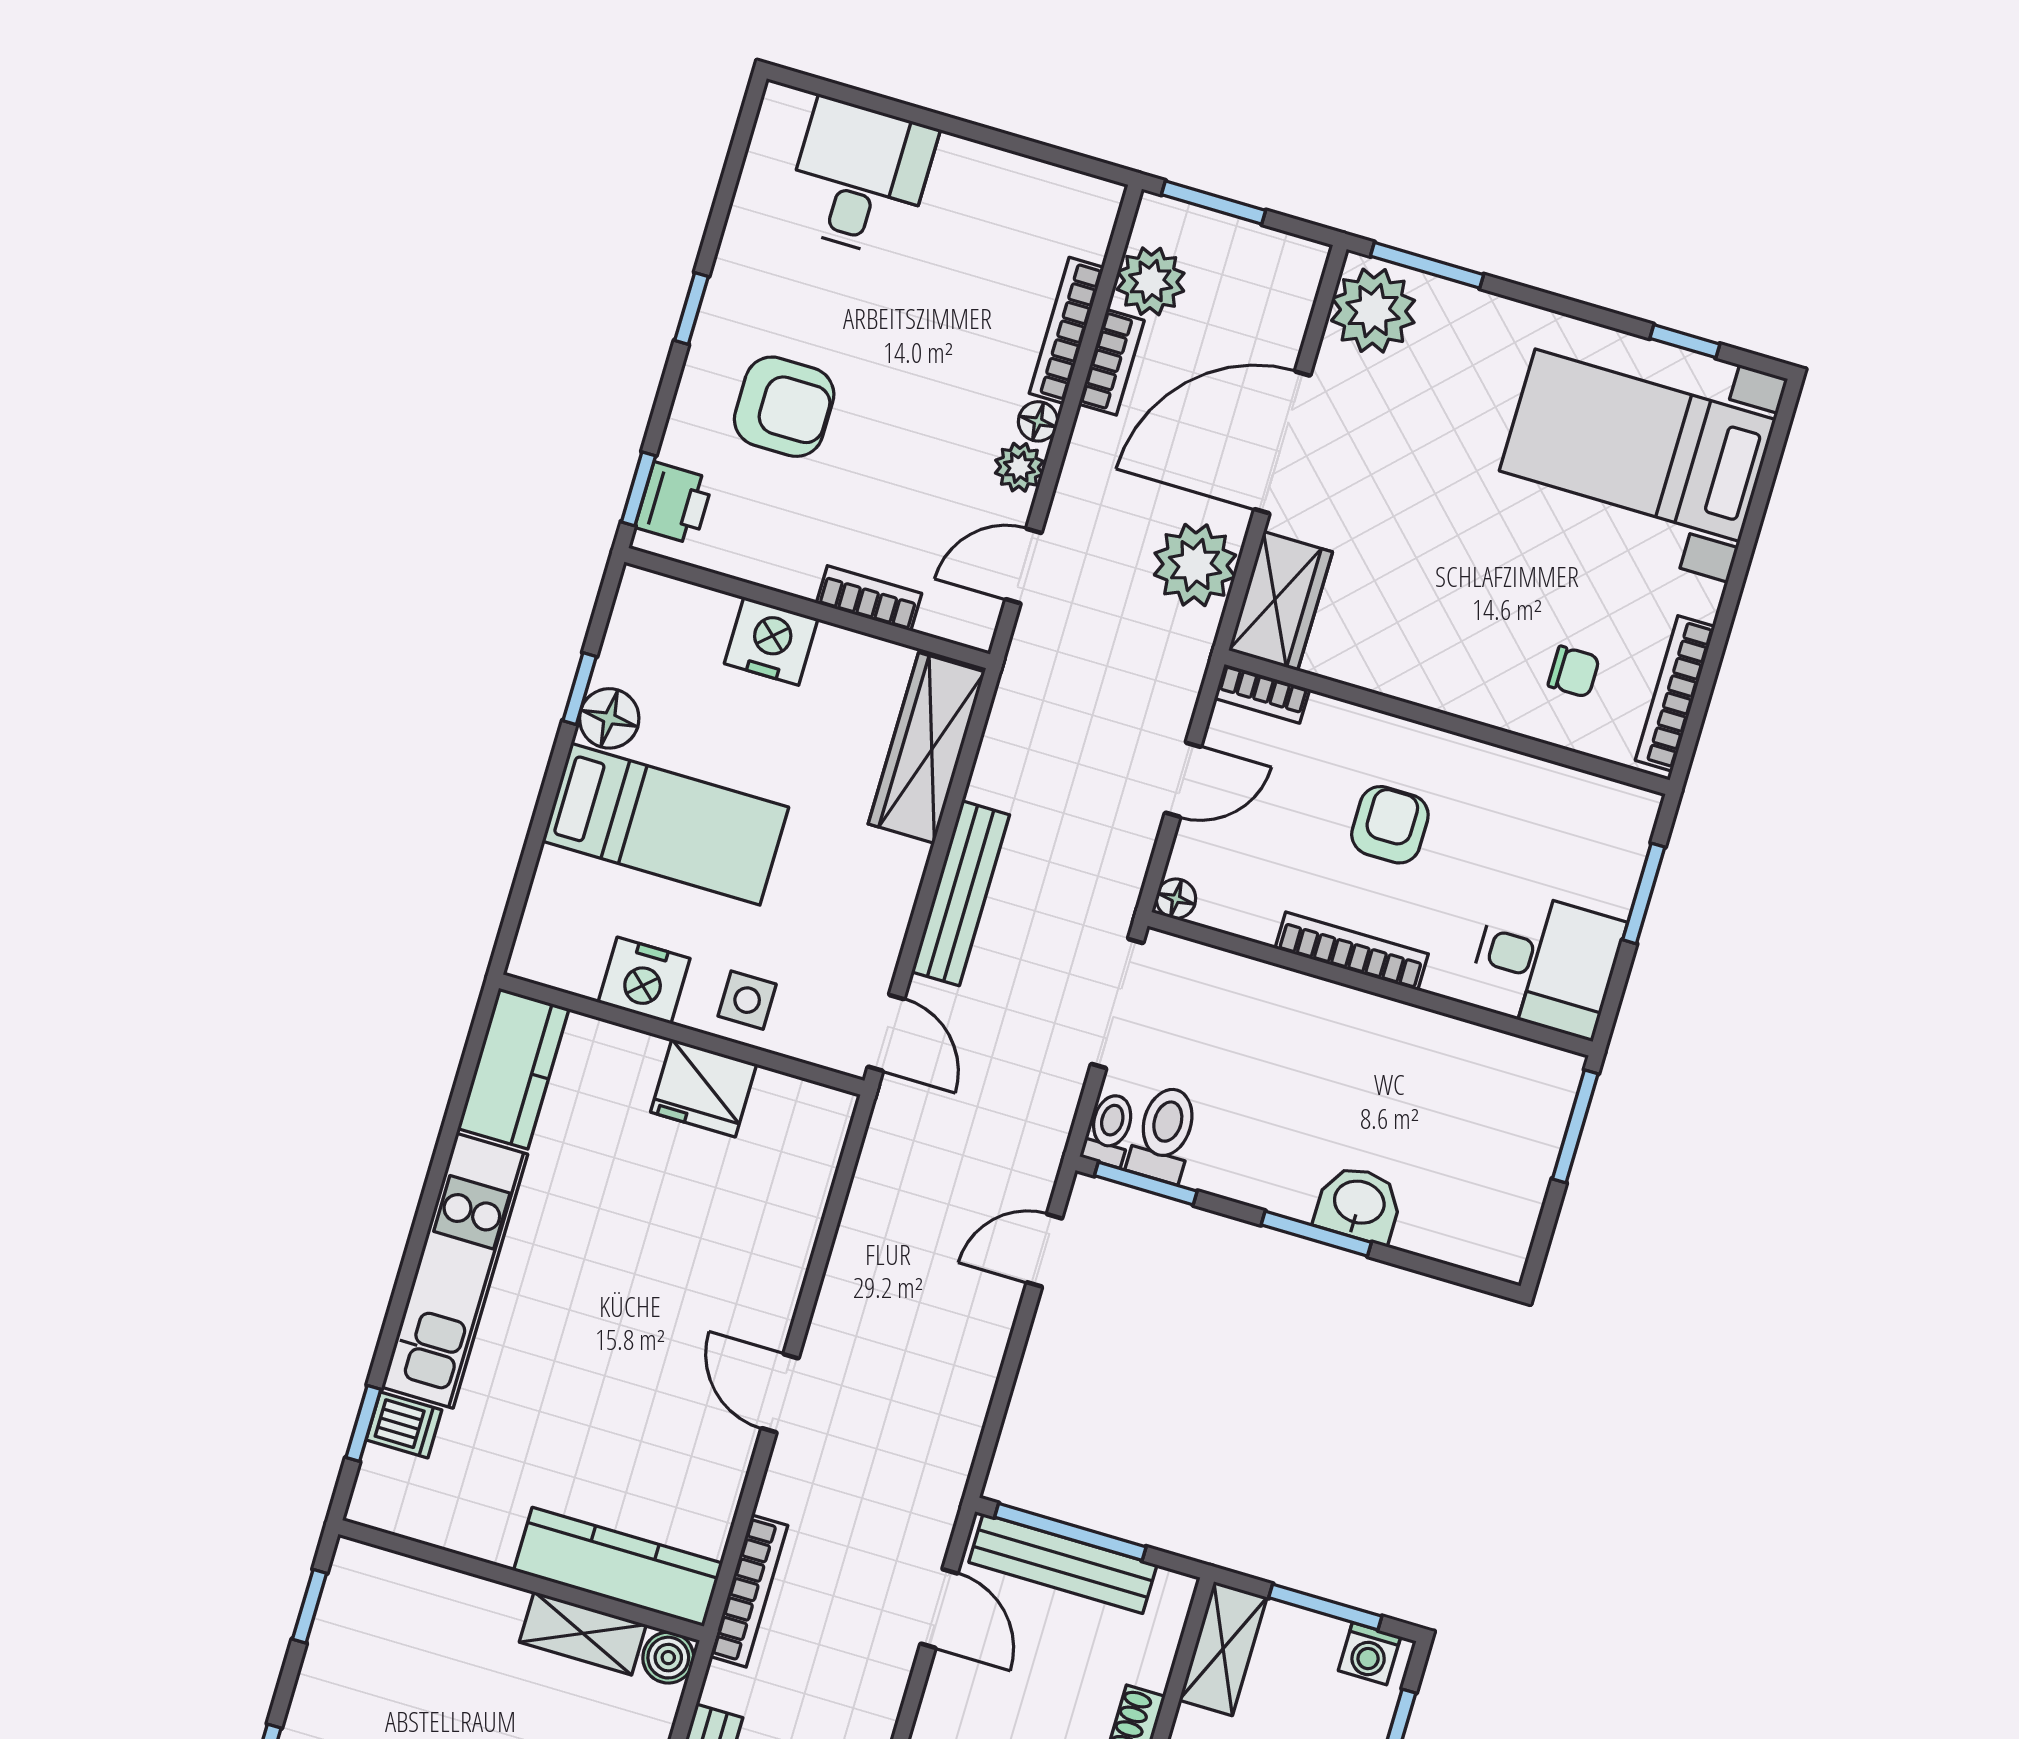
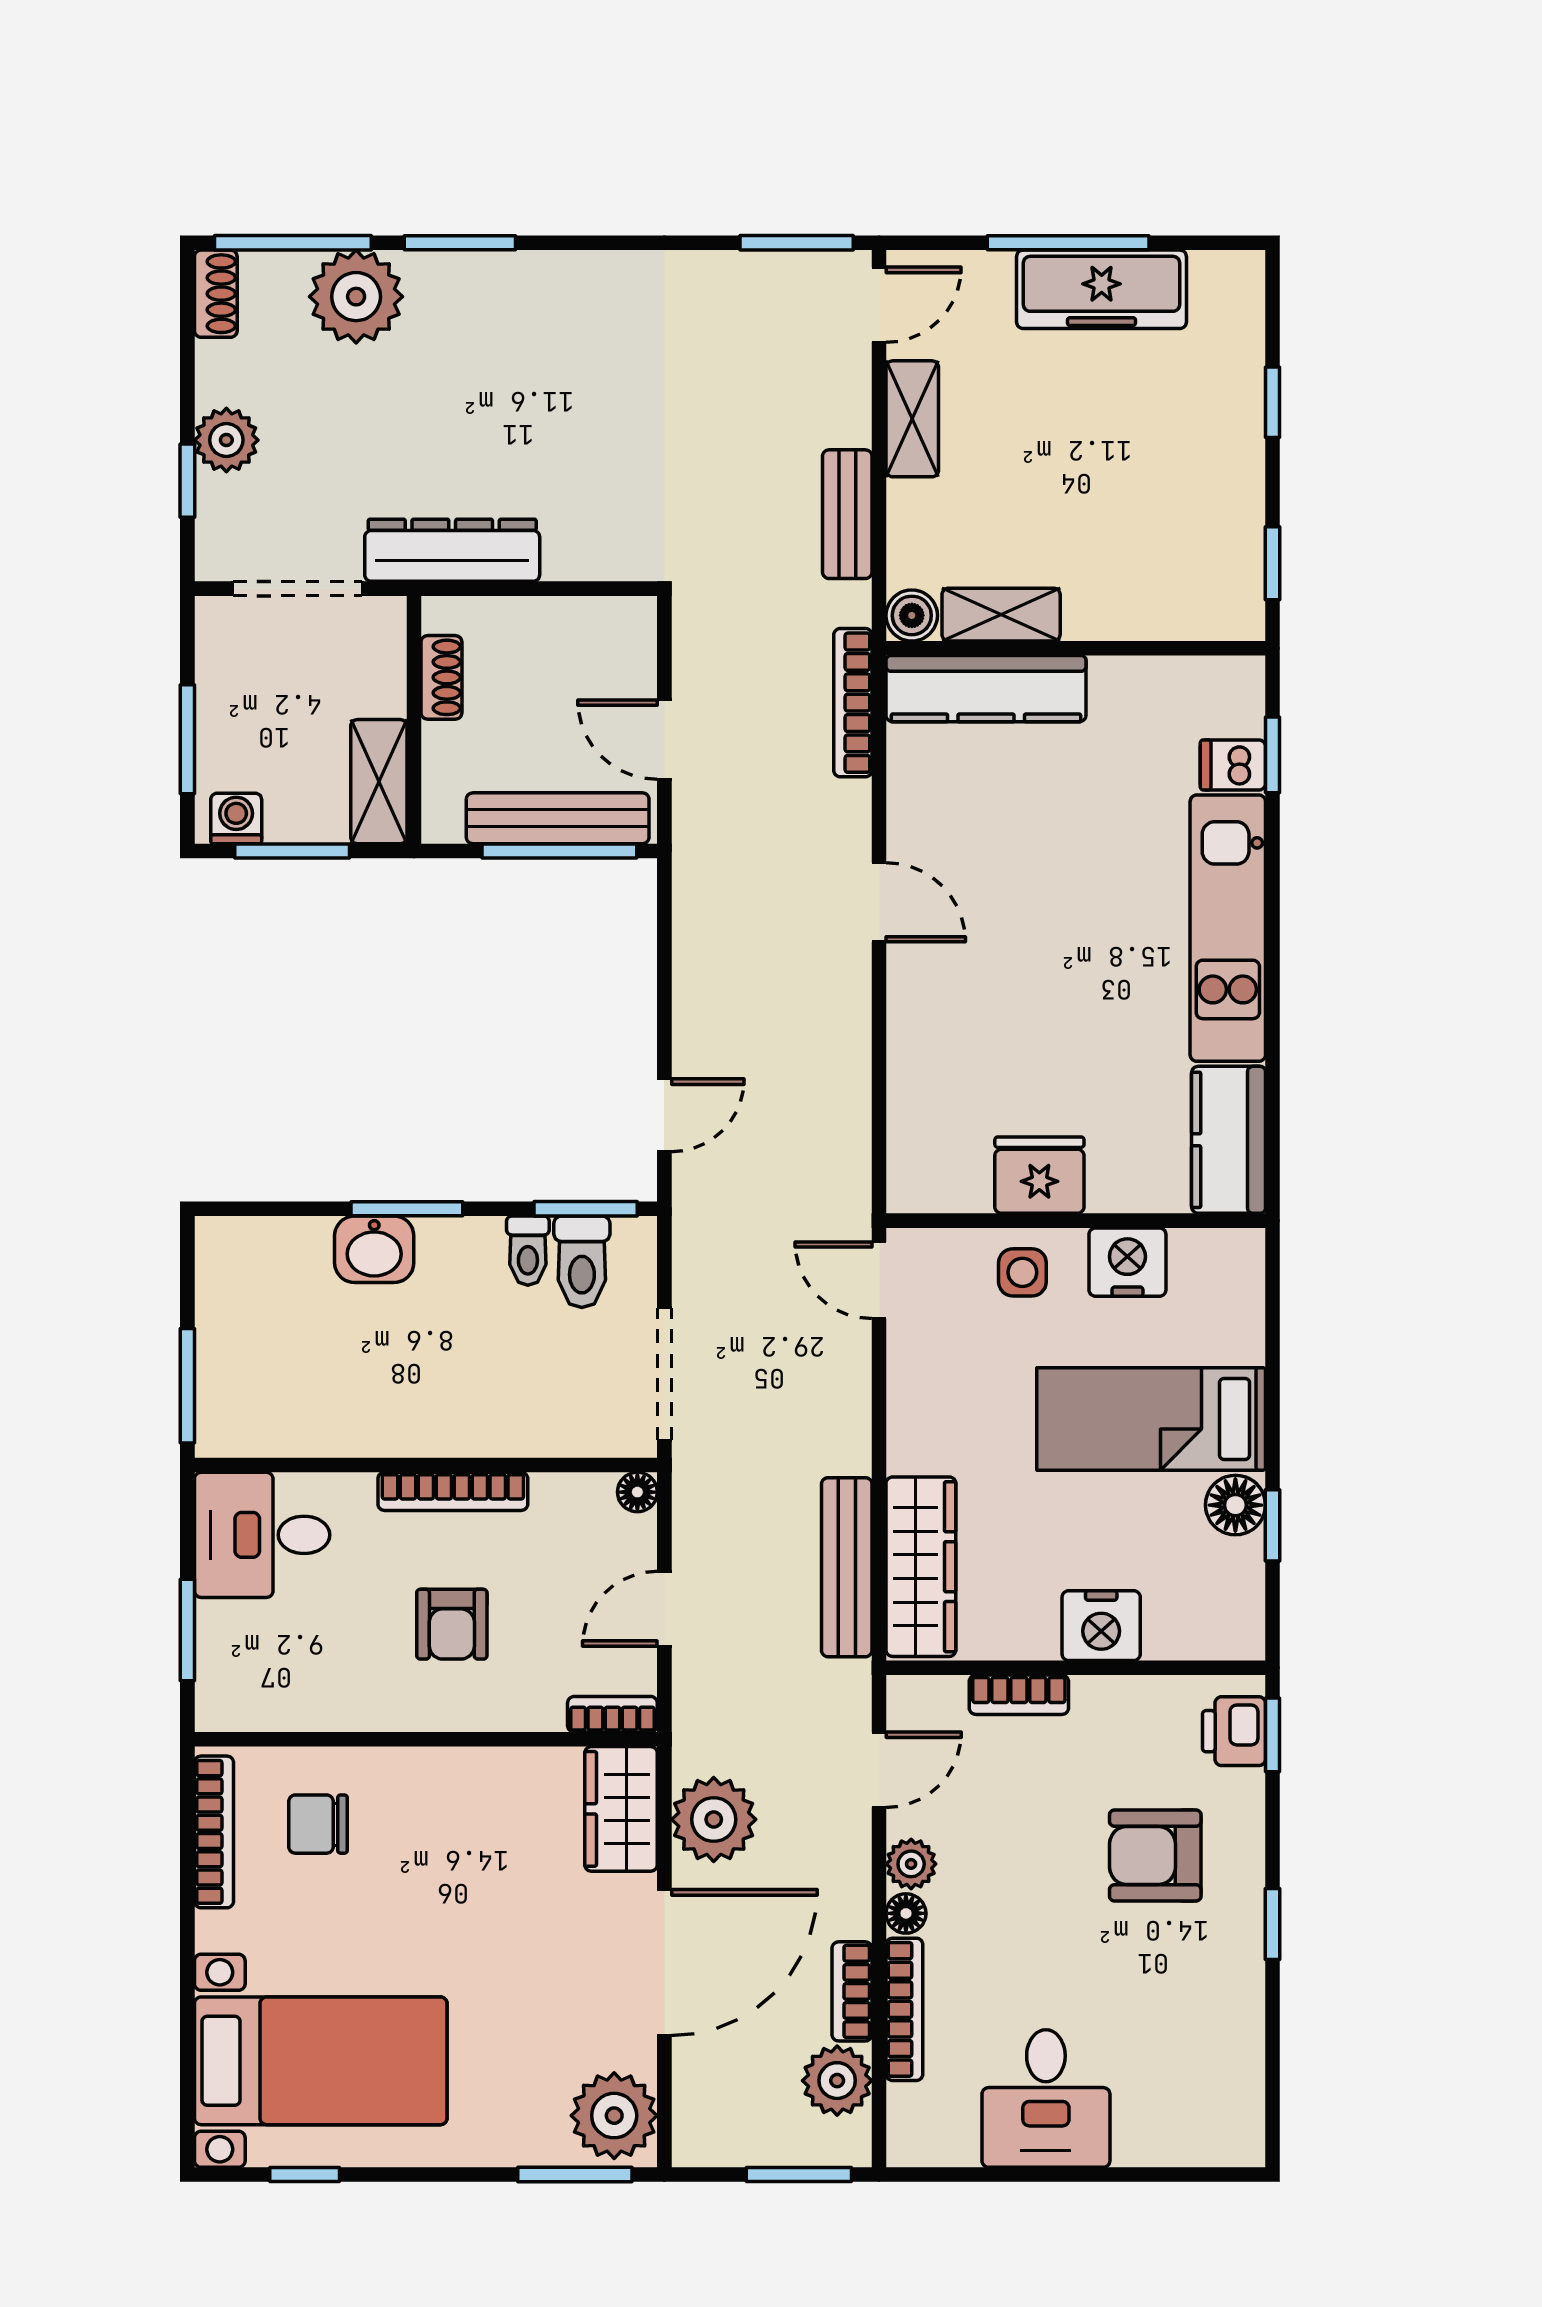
desk: (860, 177) -> (1046, 2099), moved
chair: (1574, 672) -> (318, 1824), width x1.37, depth x1.37
bench: (961, 893) -> (847, 1567), moved
toilet: (1110, 1129) -> (528, 1251), moved

